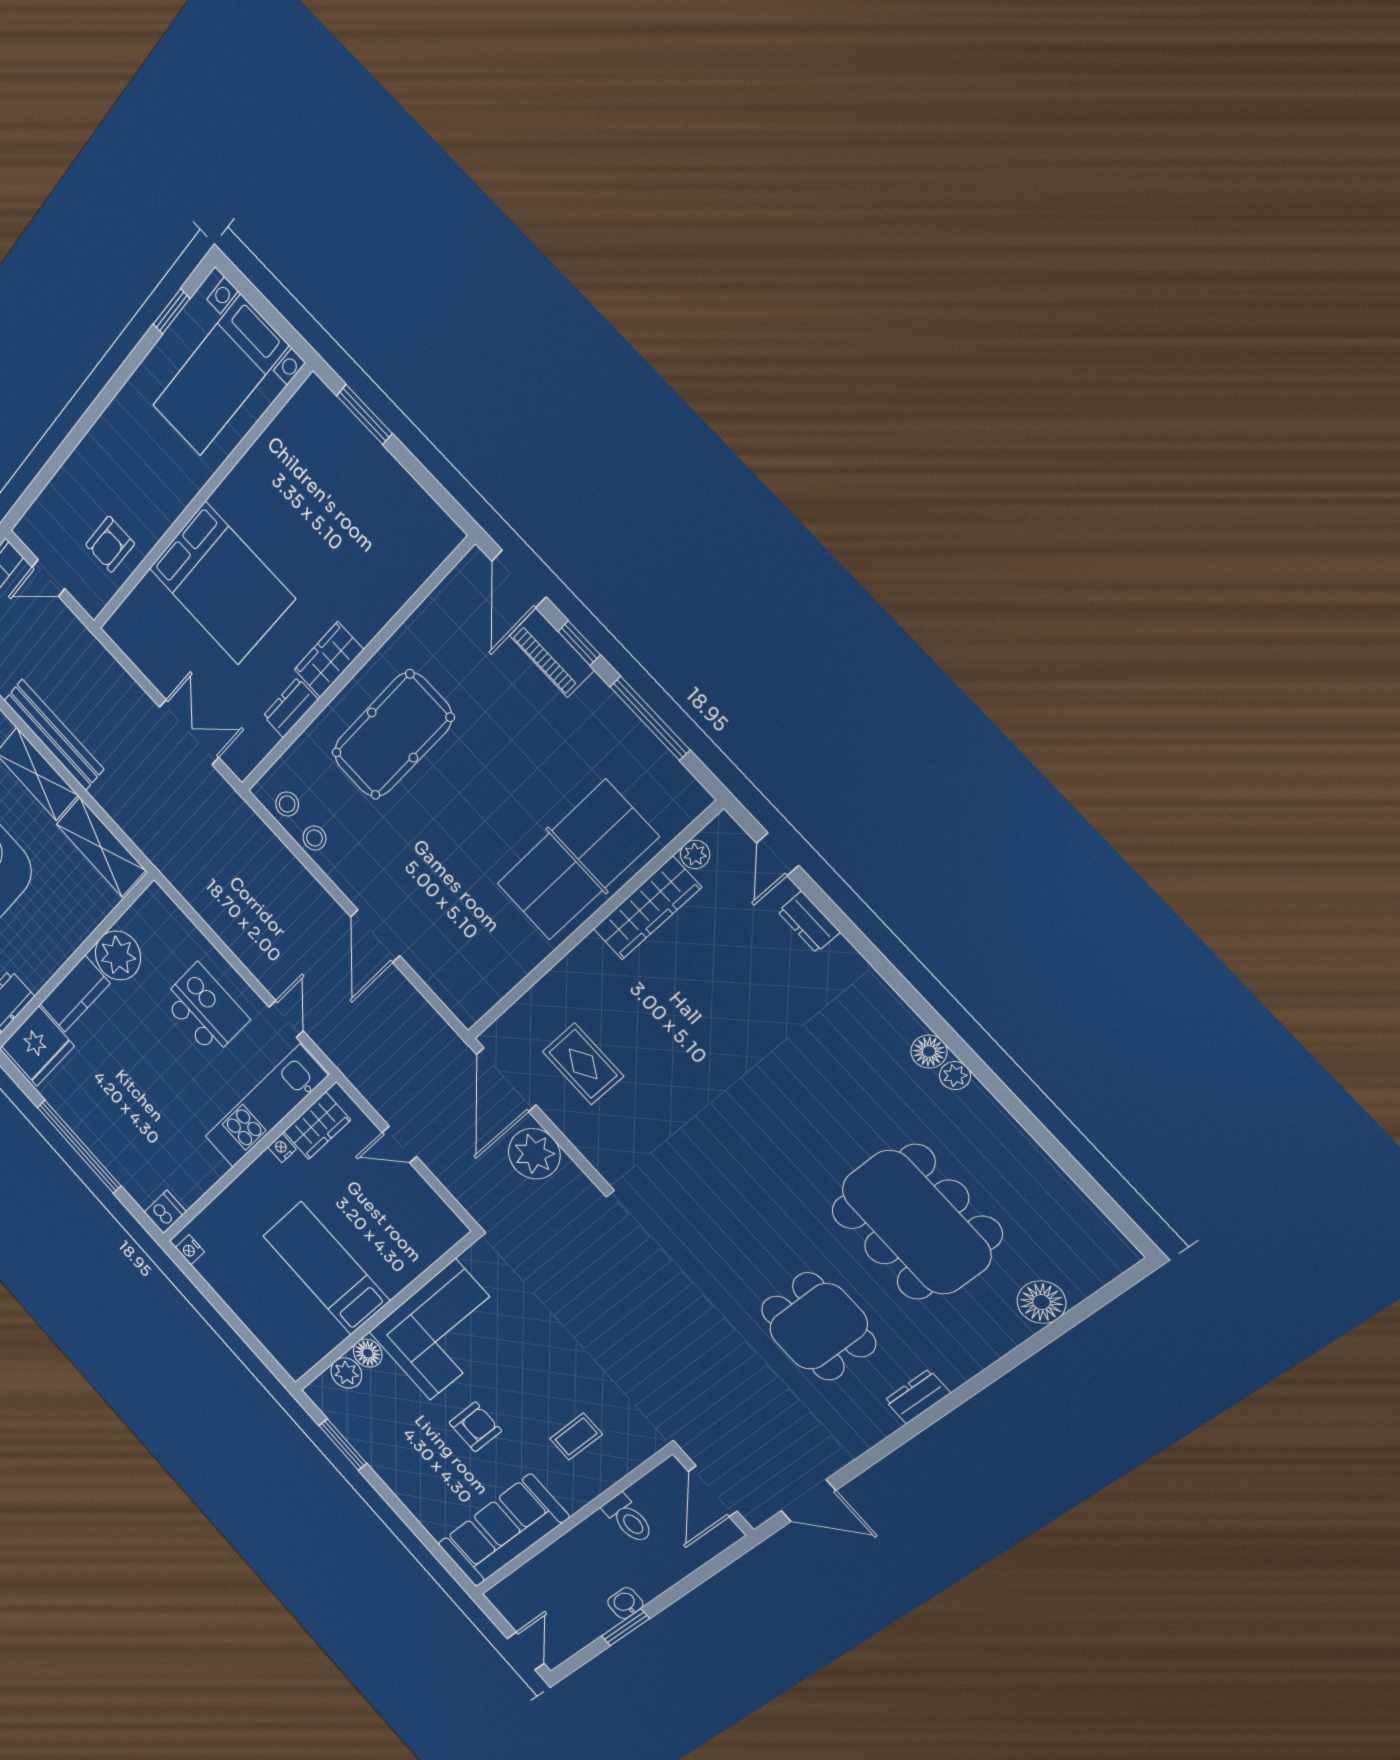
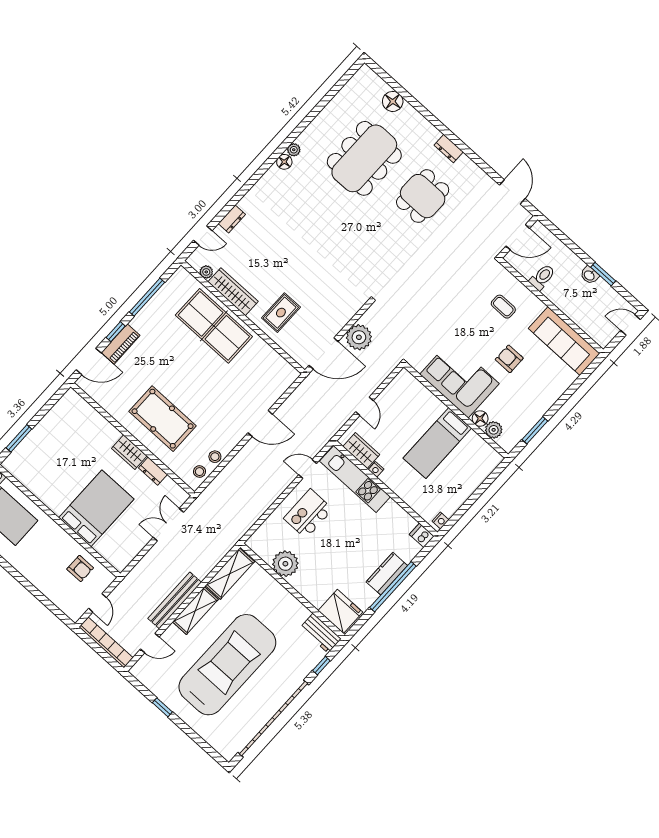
kitchen counter: (75, 994) -> (387, 574), moved, turned -90
rug: (583, 1064) -> (281, 313), moved

